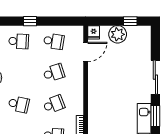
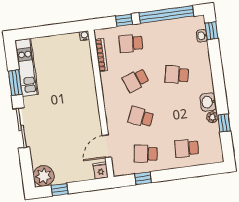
window: (30, 21) -> (143, 178), moved
plant: (118, 34) -> (44, 176), moved
school desk: (54, 73) -> (141, 117), turned 42

